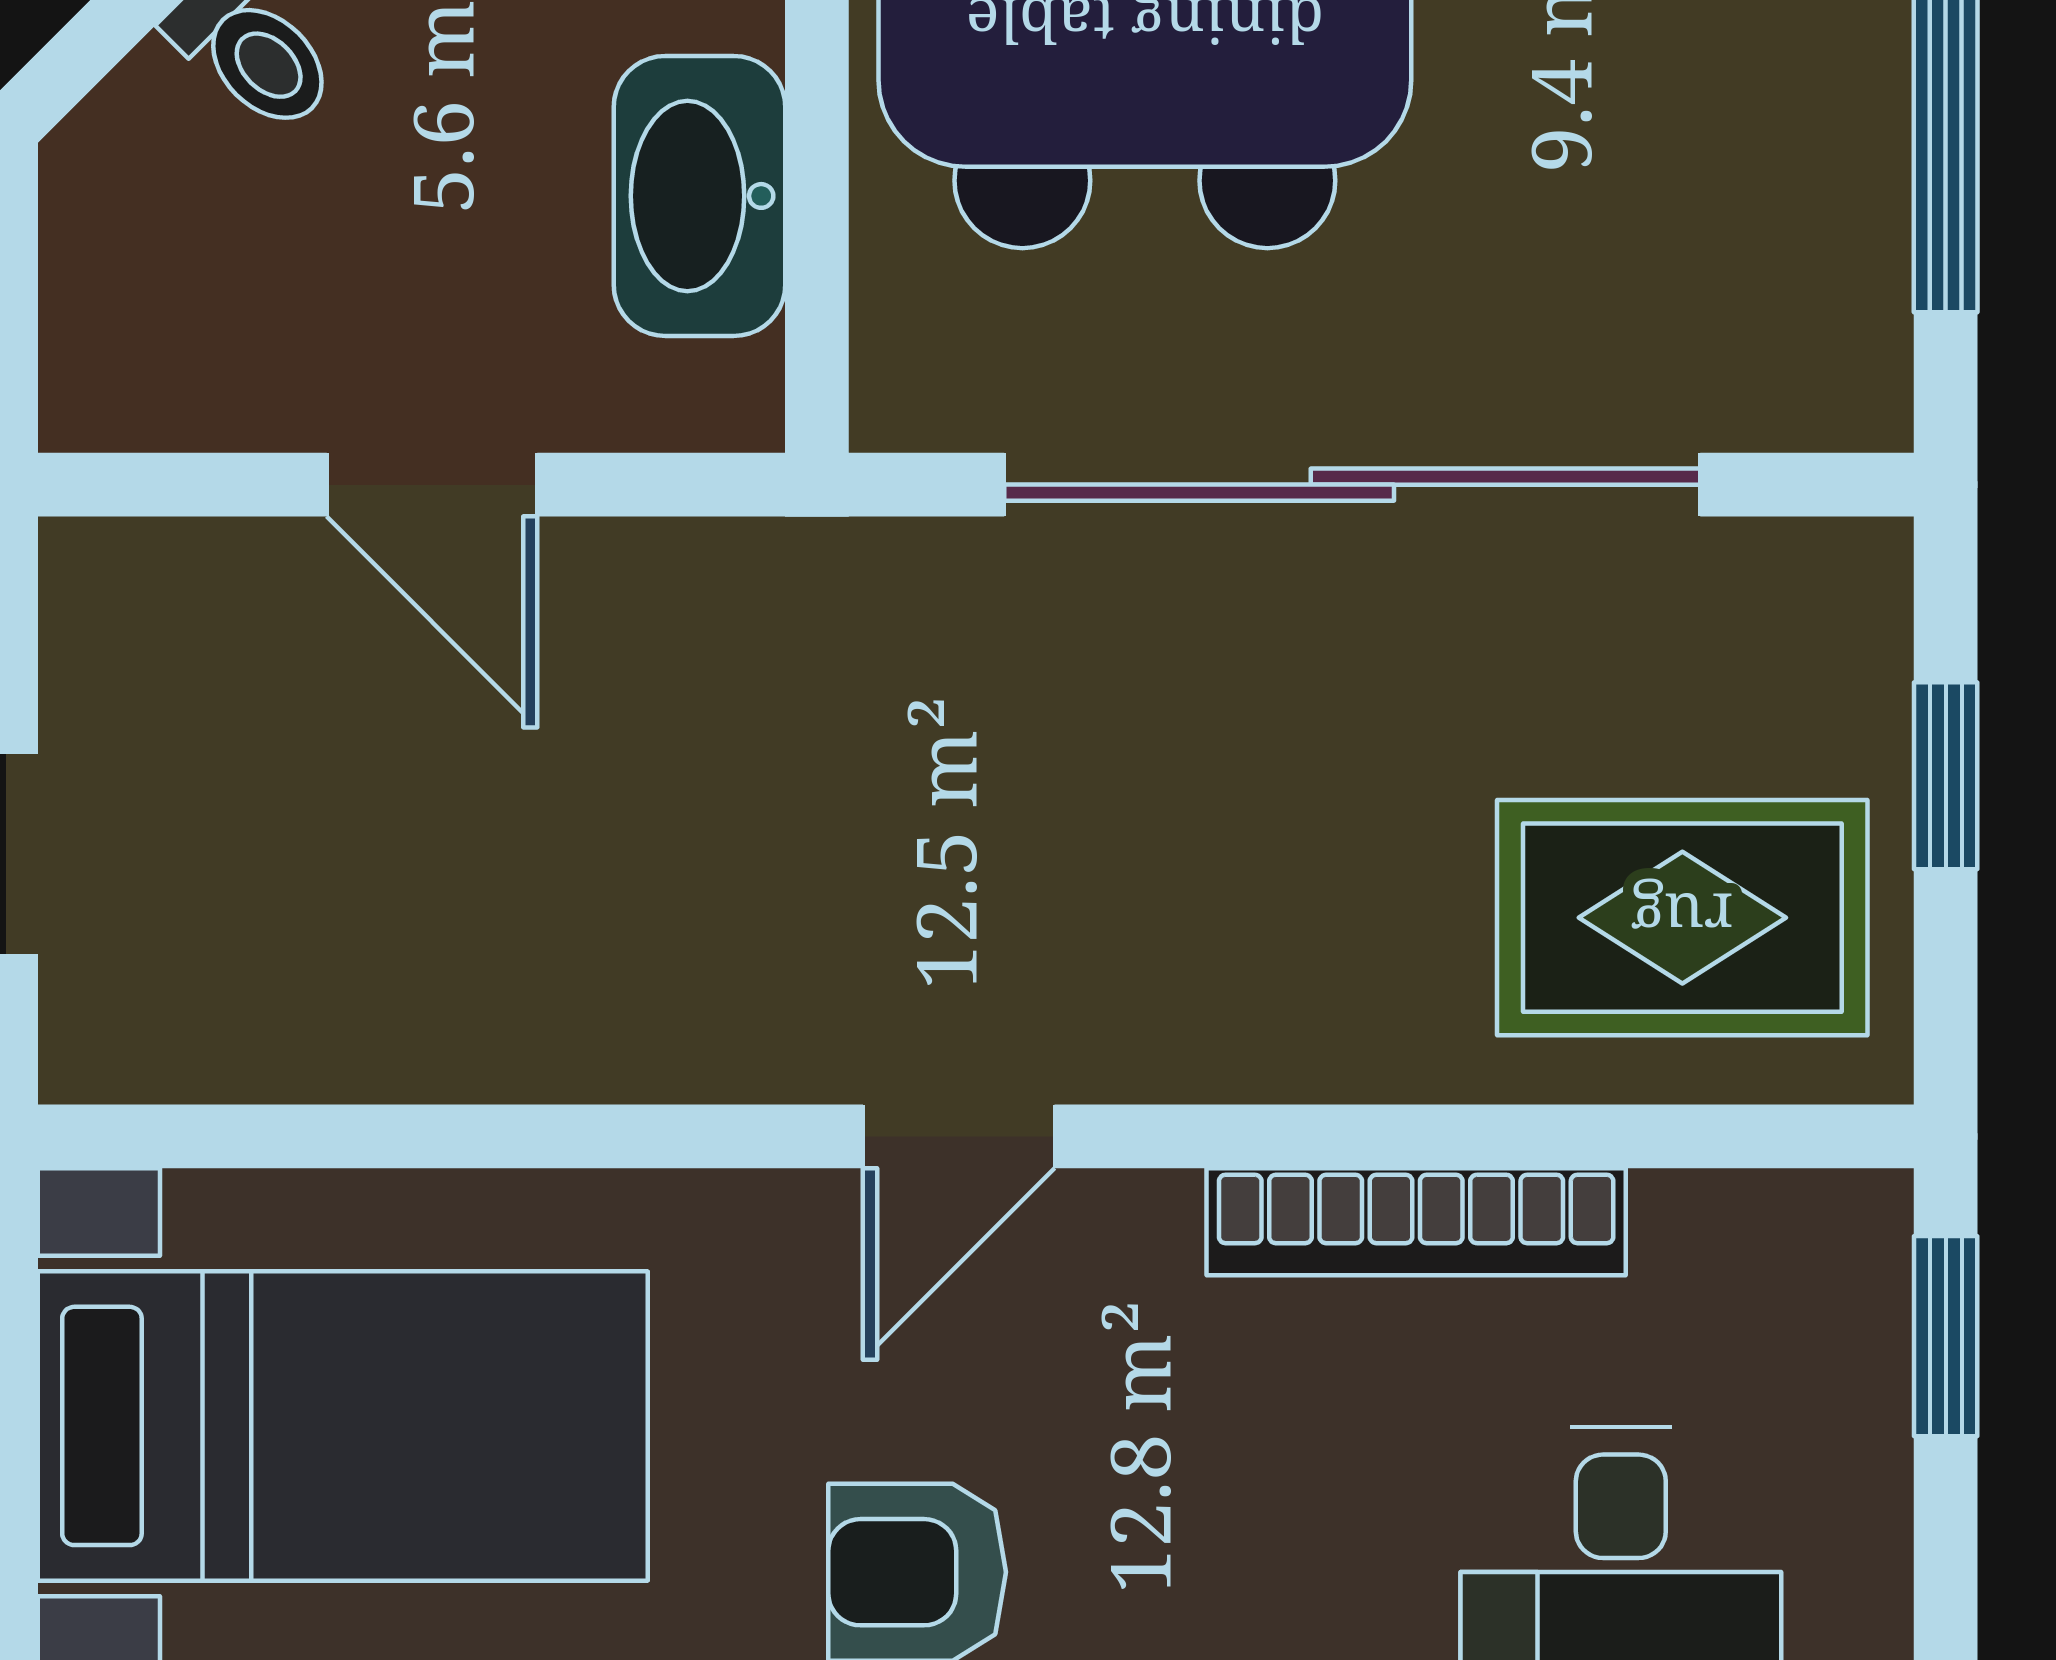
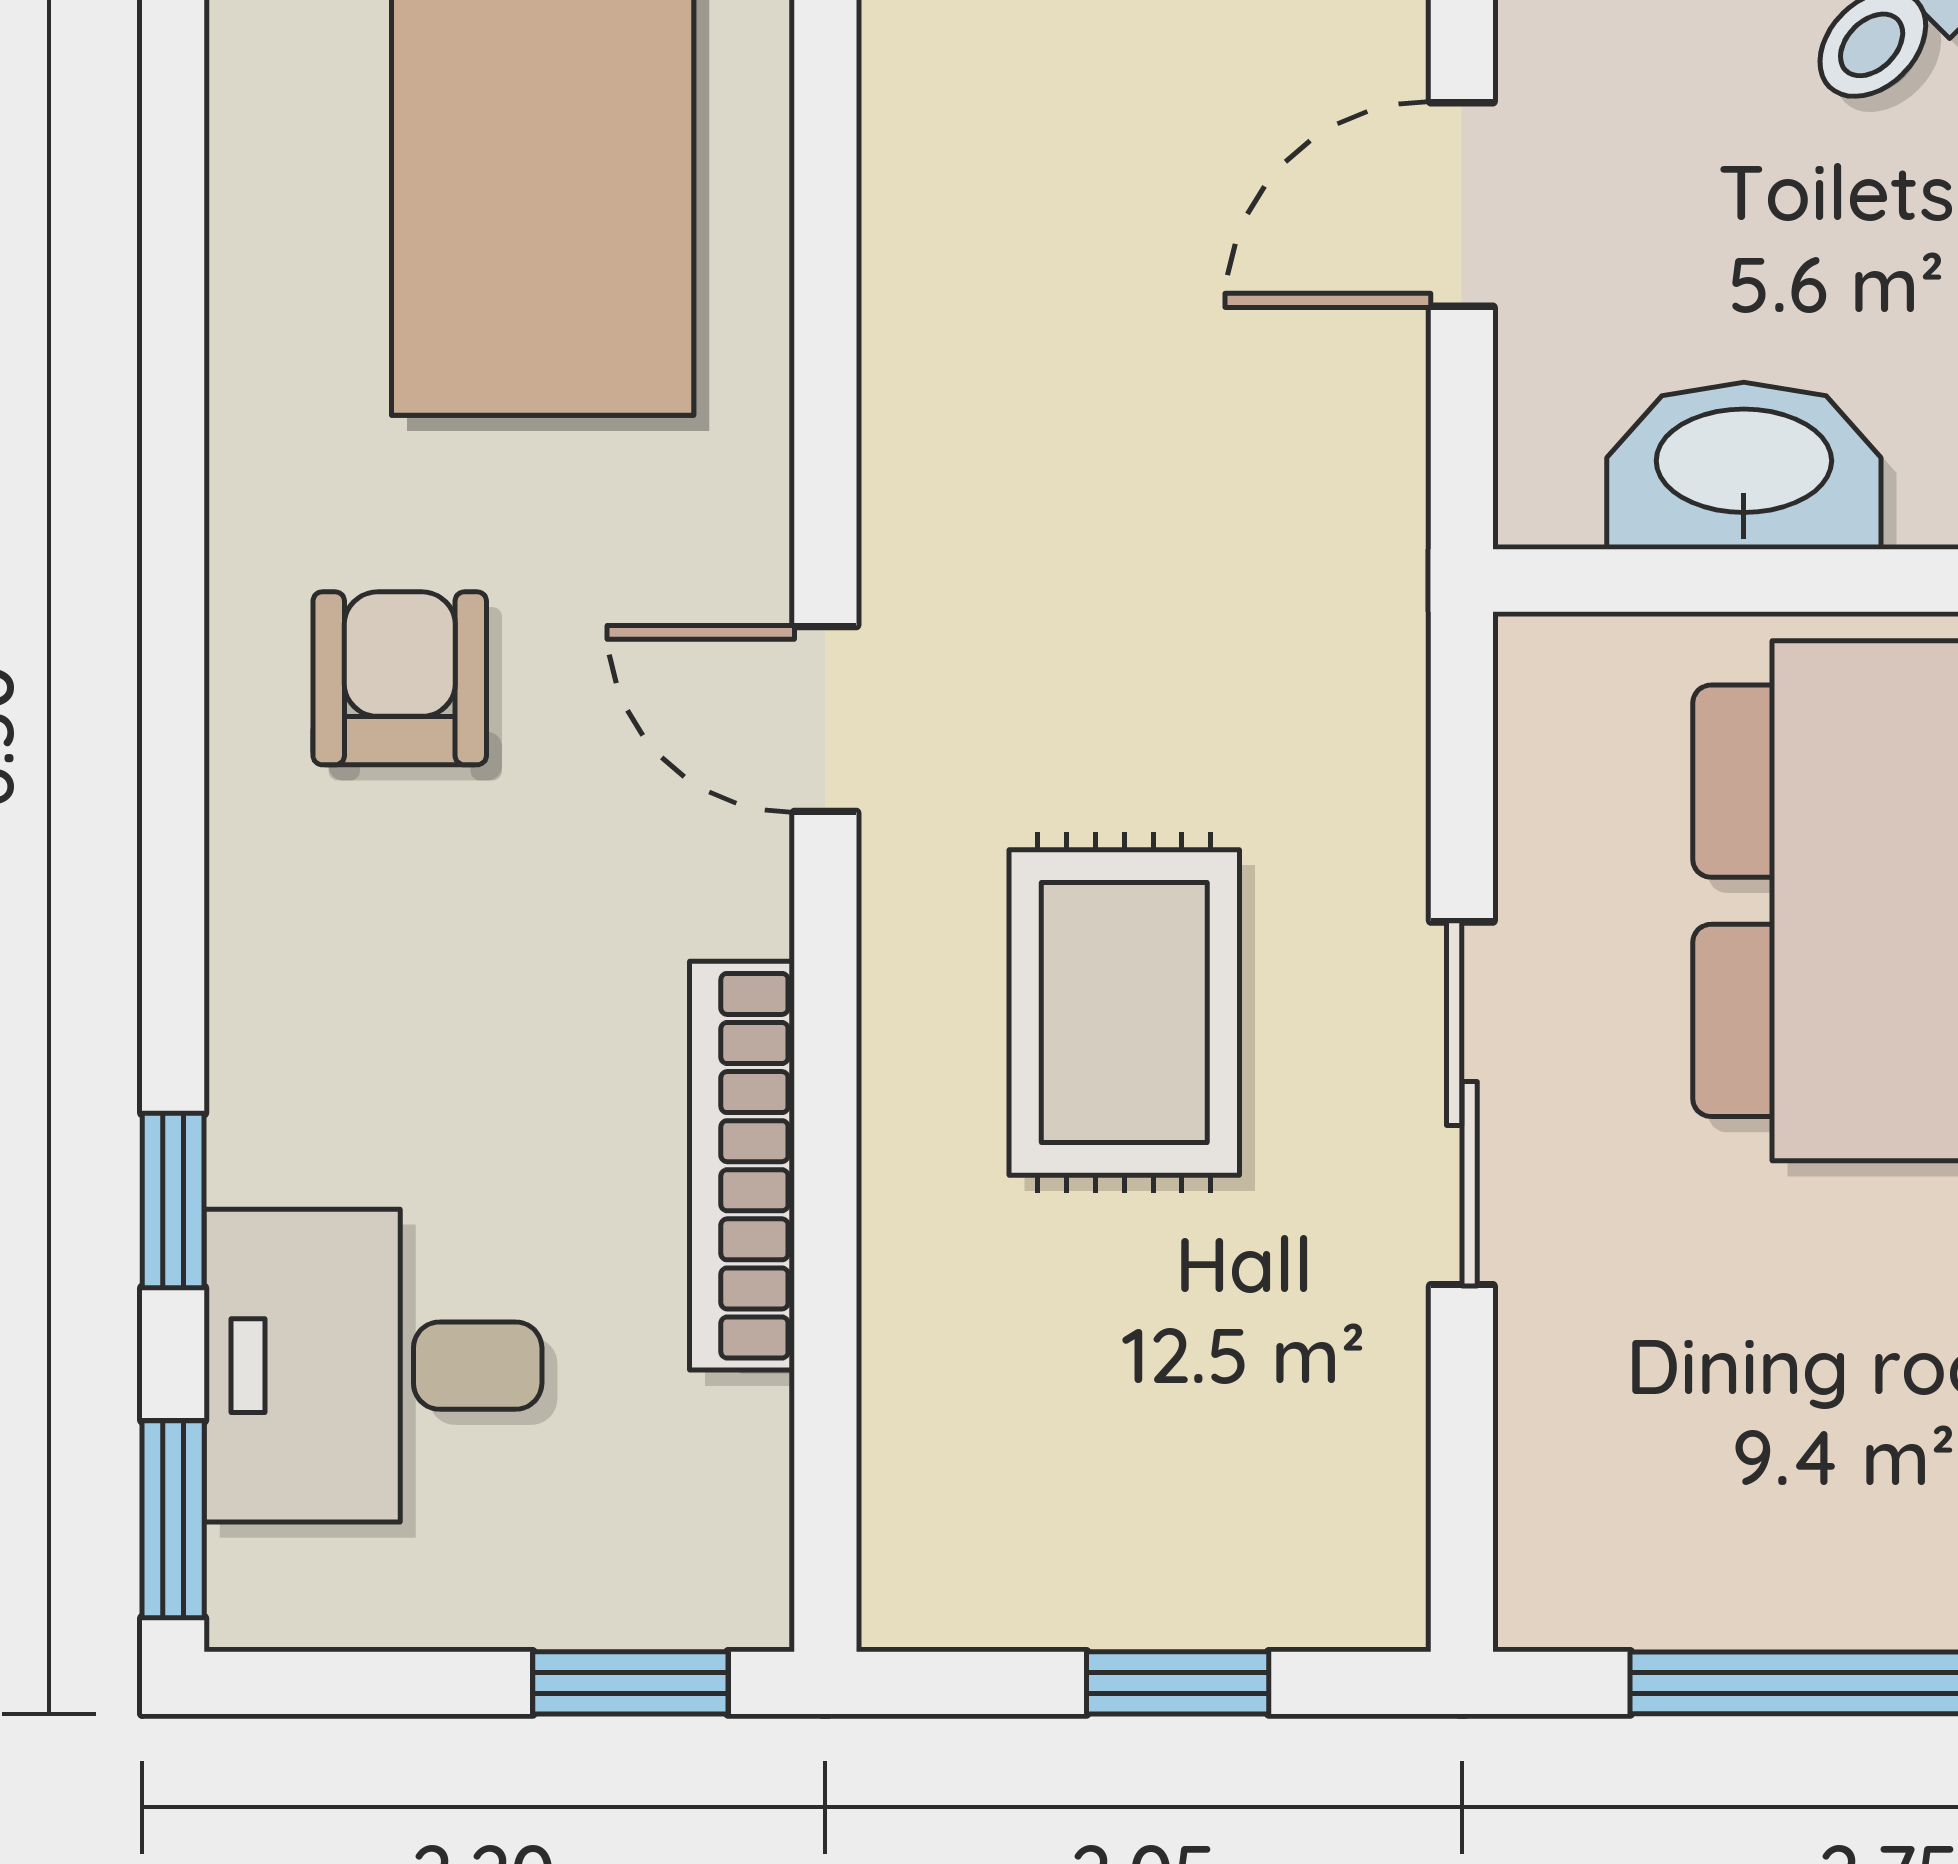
sliding door: (1352, 485) -> (1462, 1103), width x0.54
rug: (1682, 918) -> (1124, 1012), moved

